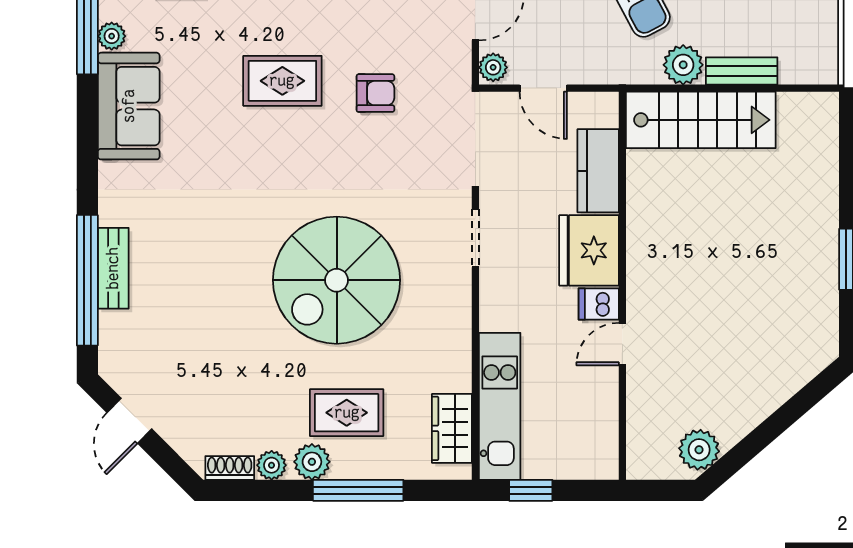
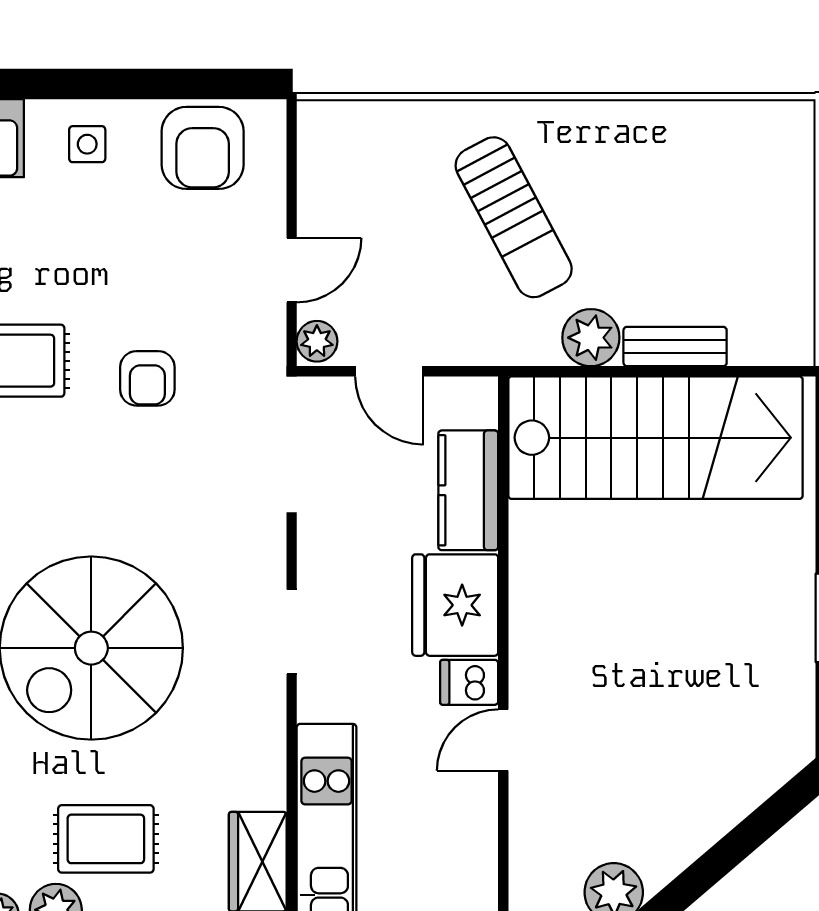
armchair: (375, 93) -> (147, 378), turned 90
stairs: (701, 120) -> (656, 438), width x1.36, depth x1.51
doorway: (475, 238) -> (292, 632), moved

